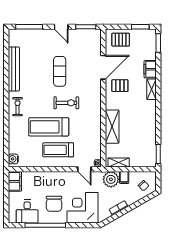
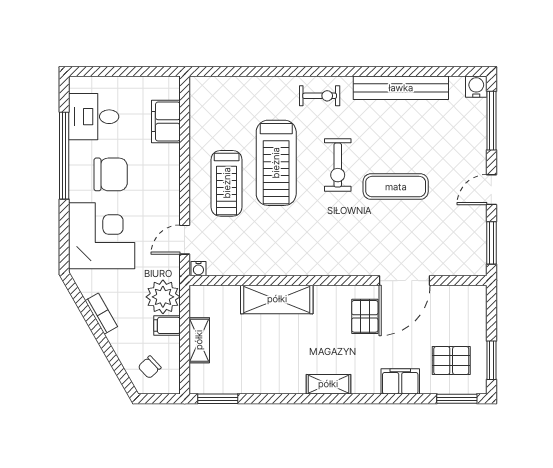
pallet: (121, 40) -> (451, 361), moved, turned 90
door: (103, 67) -> (404, 281), hinge flipped
shelving: (151, 89) -> (328, 384), moved
exercise bike: (66, 103) -> (338, 165), moved
treadmill: (49, 127) -> (276, 163), turned 180
treadmill: (58, 150) -> (227, 183), turned 180
water cooler: (13, 159) -> (476, 87), moved
shelving: (119, 163) -> (199, 340), moved
filing cabinet: (15, 181) -> (166, 122), moved, turned 90
chair: (54, 204) -> (111, 174), turned 180

